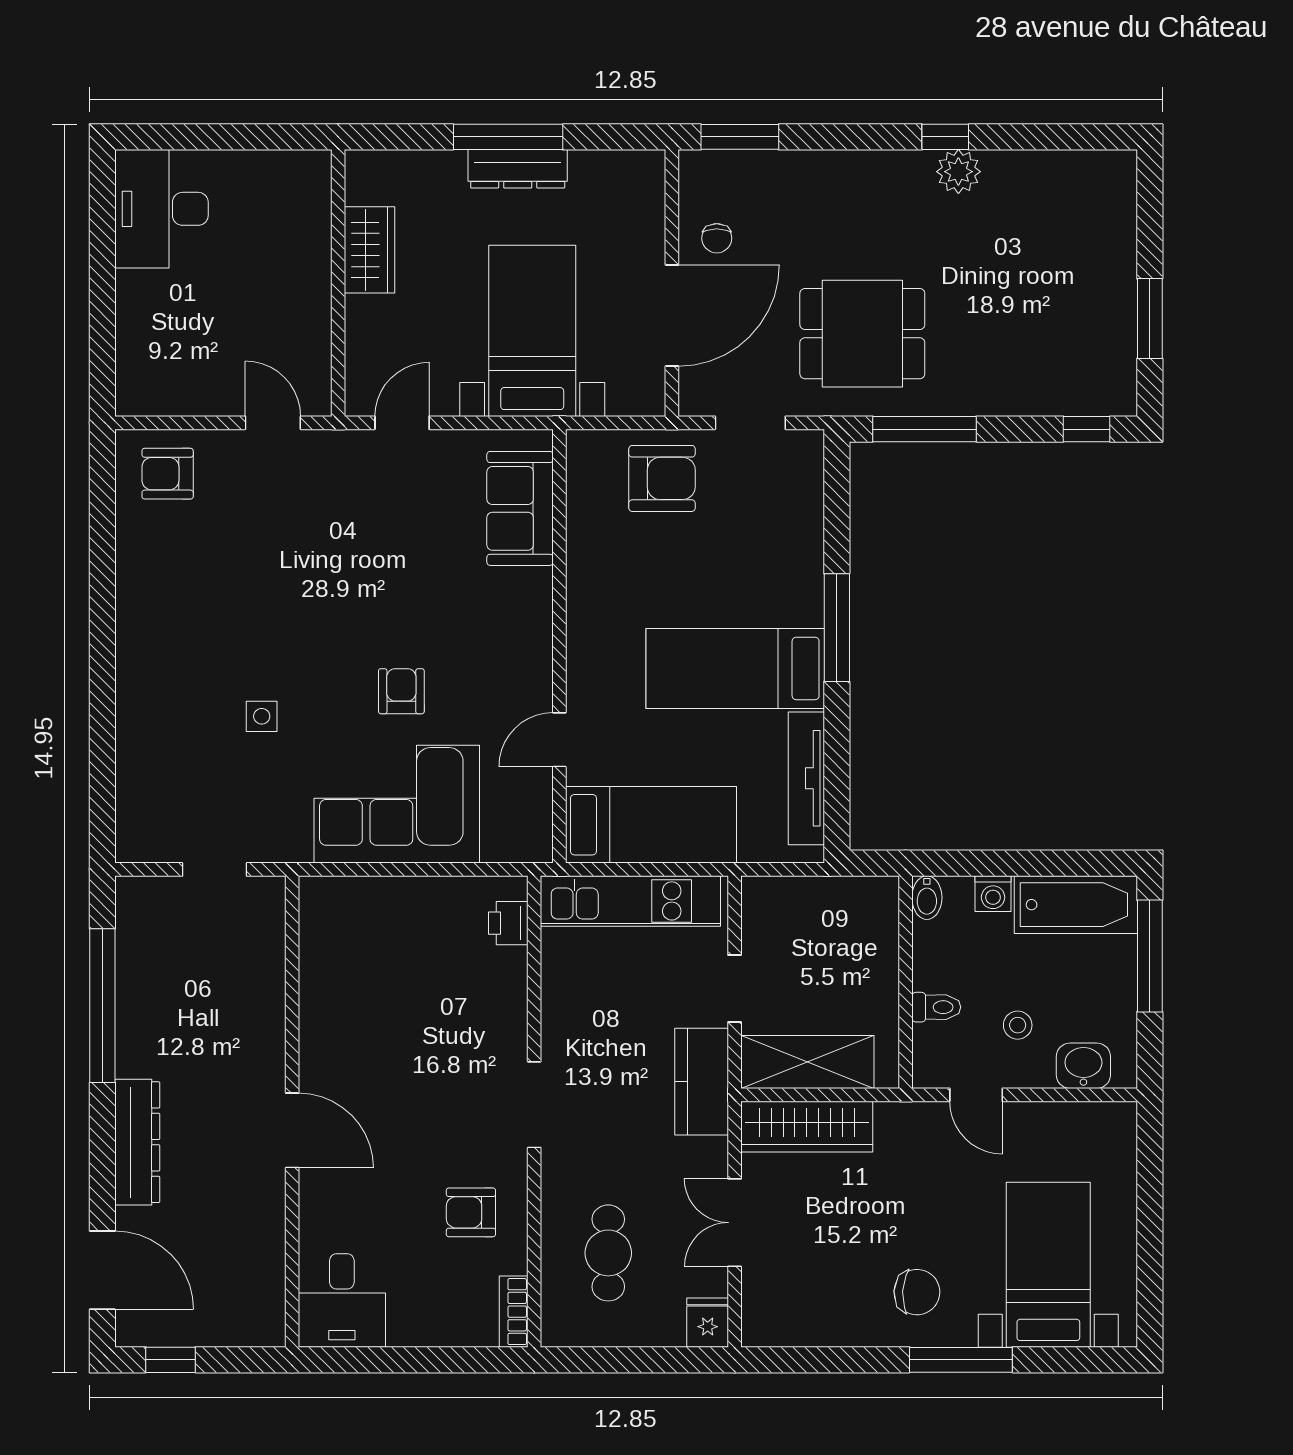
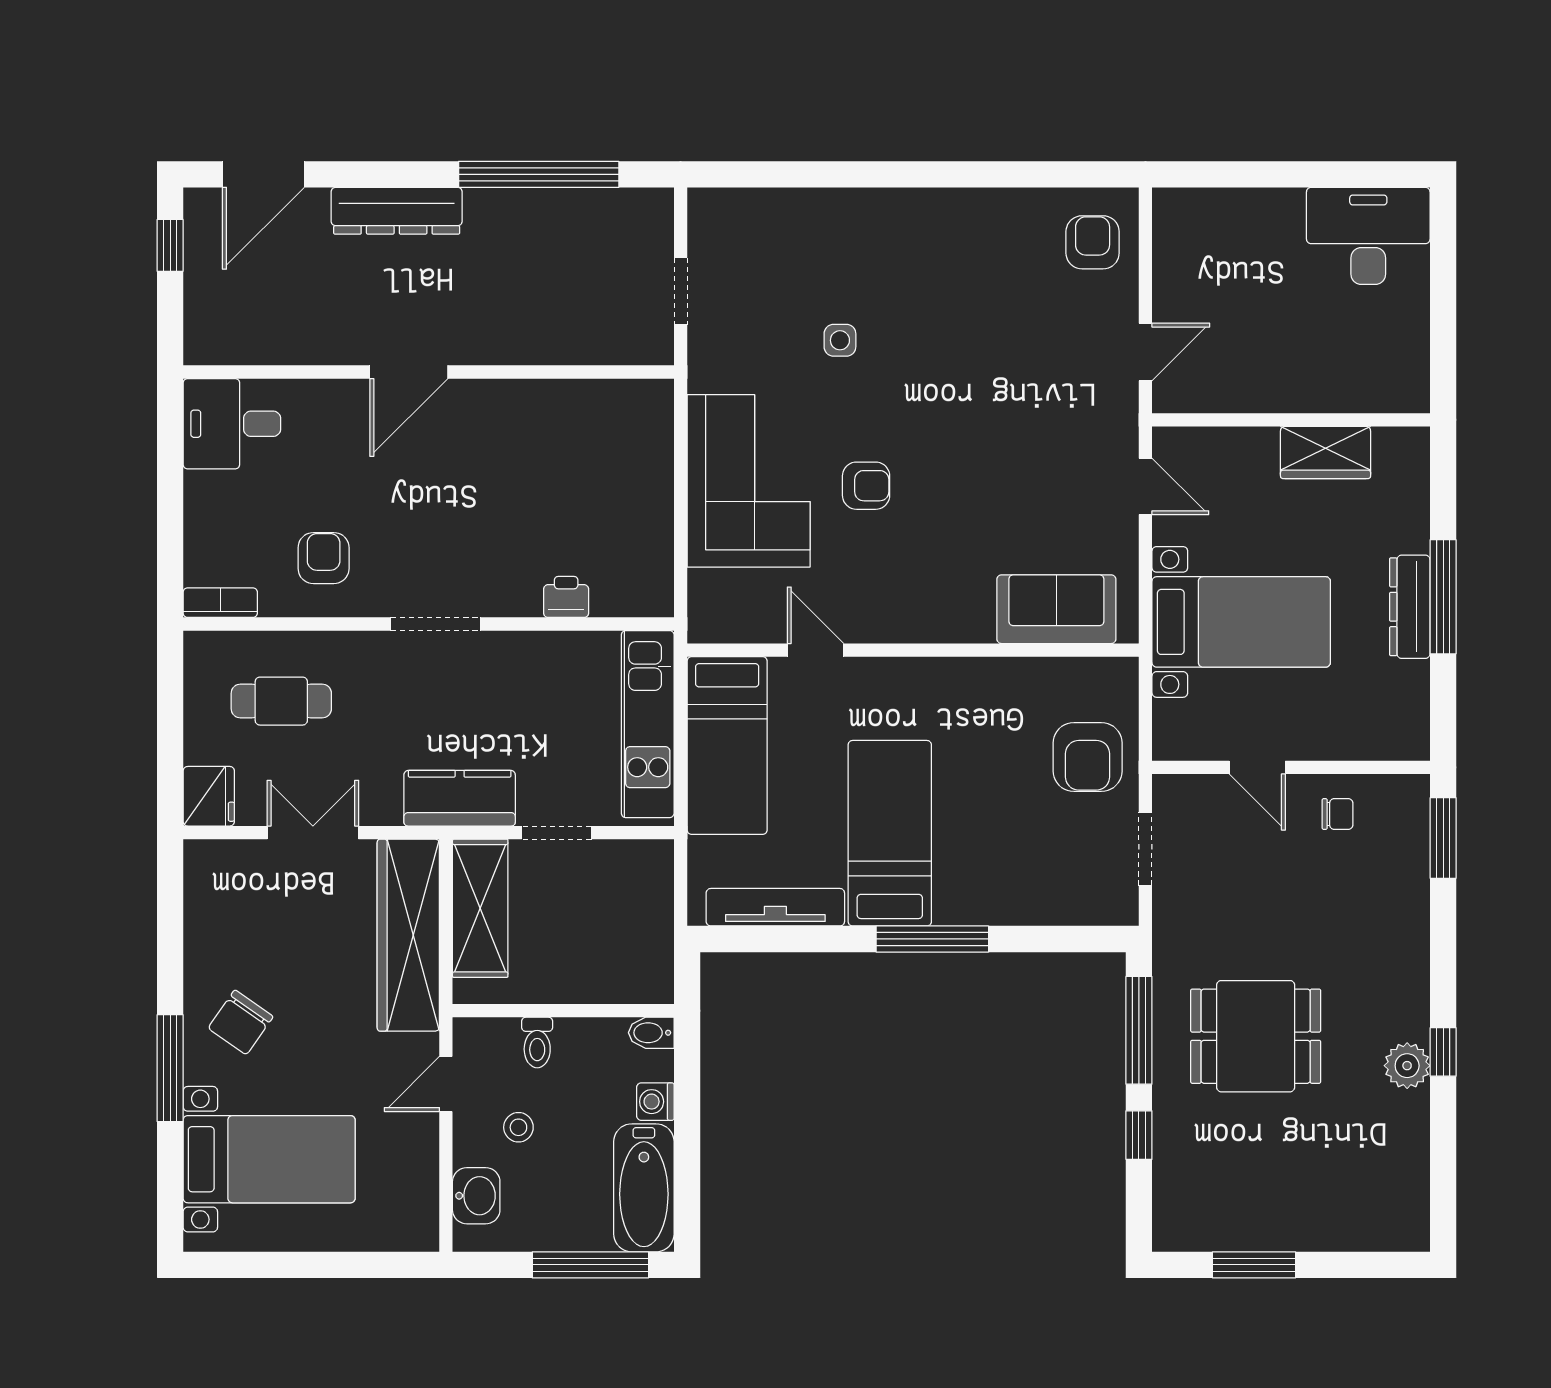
chair: (717, 238) -> (1338, 814), turned 180
door: (672, 315) -> (1257, 767), width x0.53
dining table: (862, 334) -> (1256, 1036), moved, turned 90
window: (1087, 429) -> (1139, 1135), moved
printer: (508, 923) -> (566, 597), moved
wardrobe: (807, 1127) -> (408, 935), width x1.40, depth x1.17
chair: (917, 1292) -> (241, 1022), turned 32
fridge: (708, 1323) -> (209, 796), width x1.38

